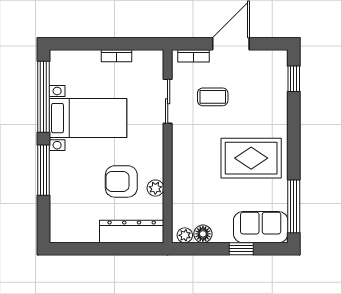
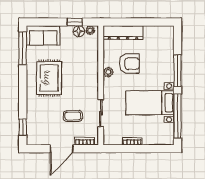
rug: (251, 158) -> (49, 78), turned 90
plant: (155, 188) -> (108, 72), moved
window: (241, 249) -> (75, 22), moved

